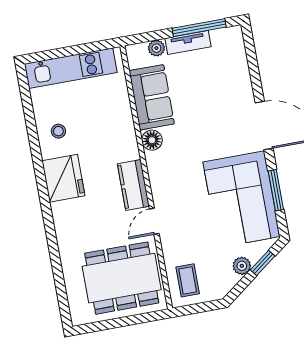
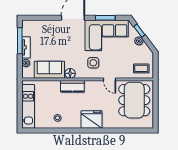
fridge: (63, 178) -> (91, 120), moved
side table: (182, 183) -> (93, 63), added
kitchen counter: (133, 185) -> (72, 86), moved

